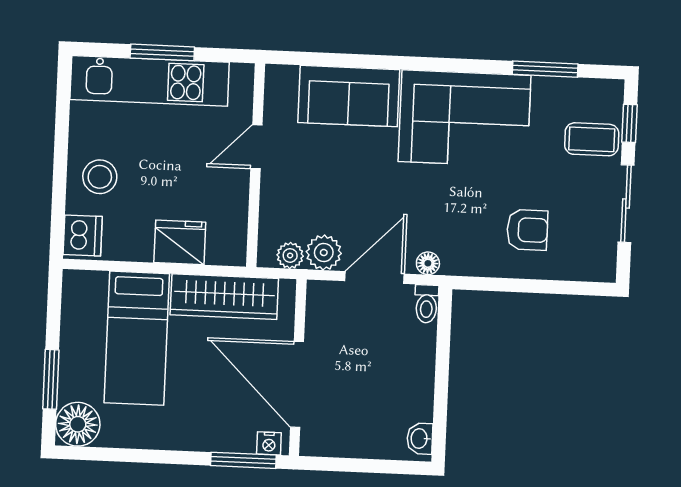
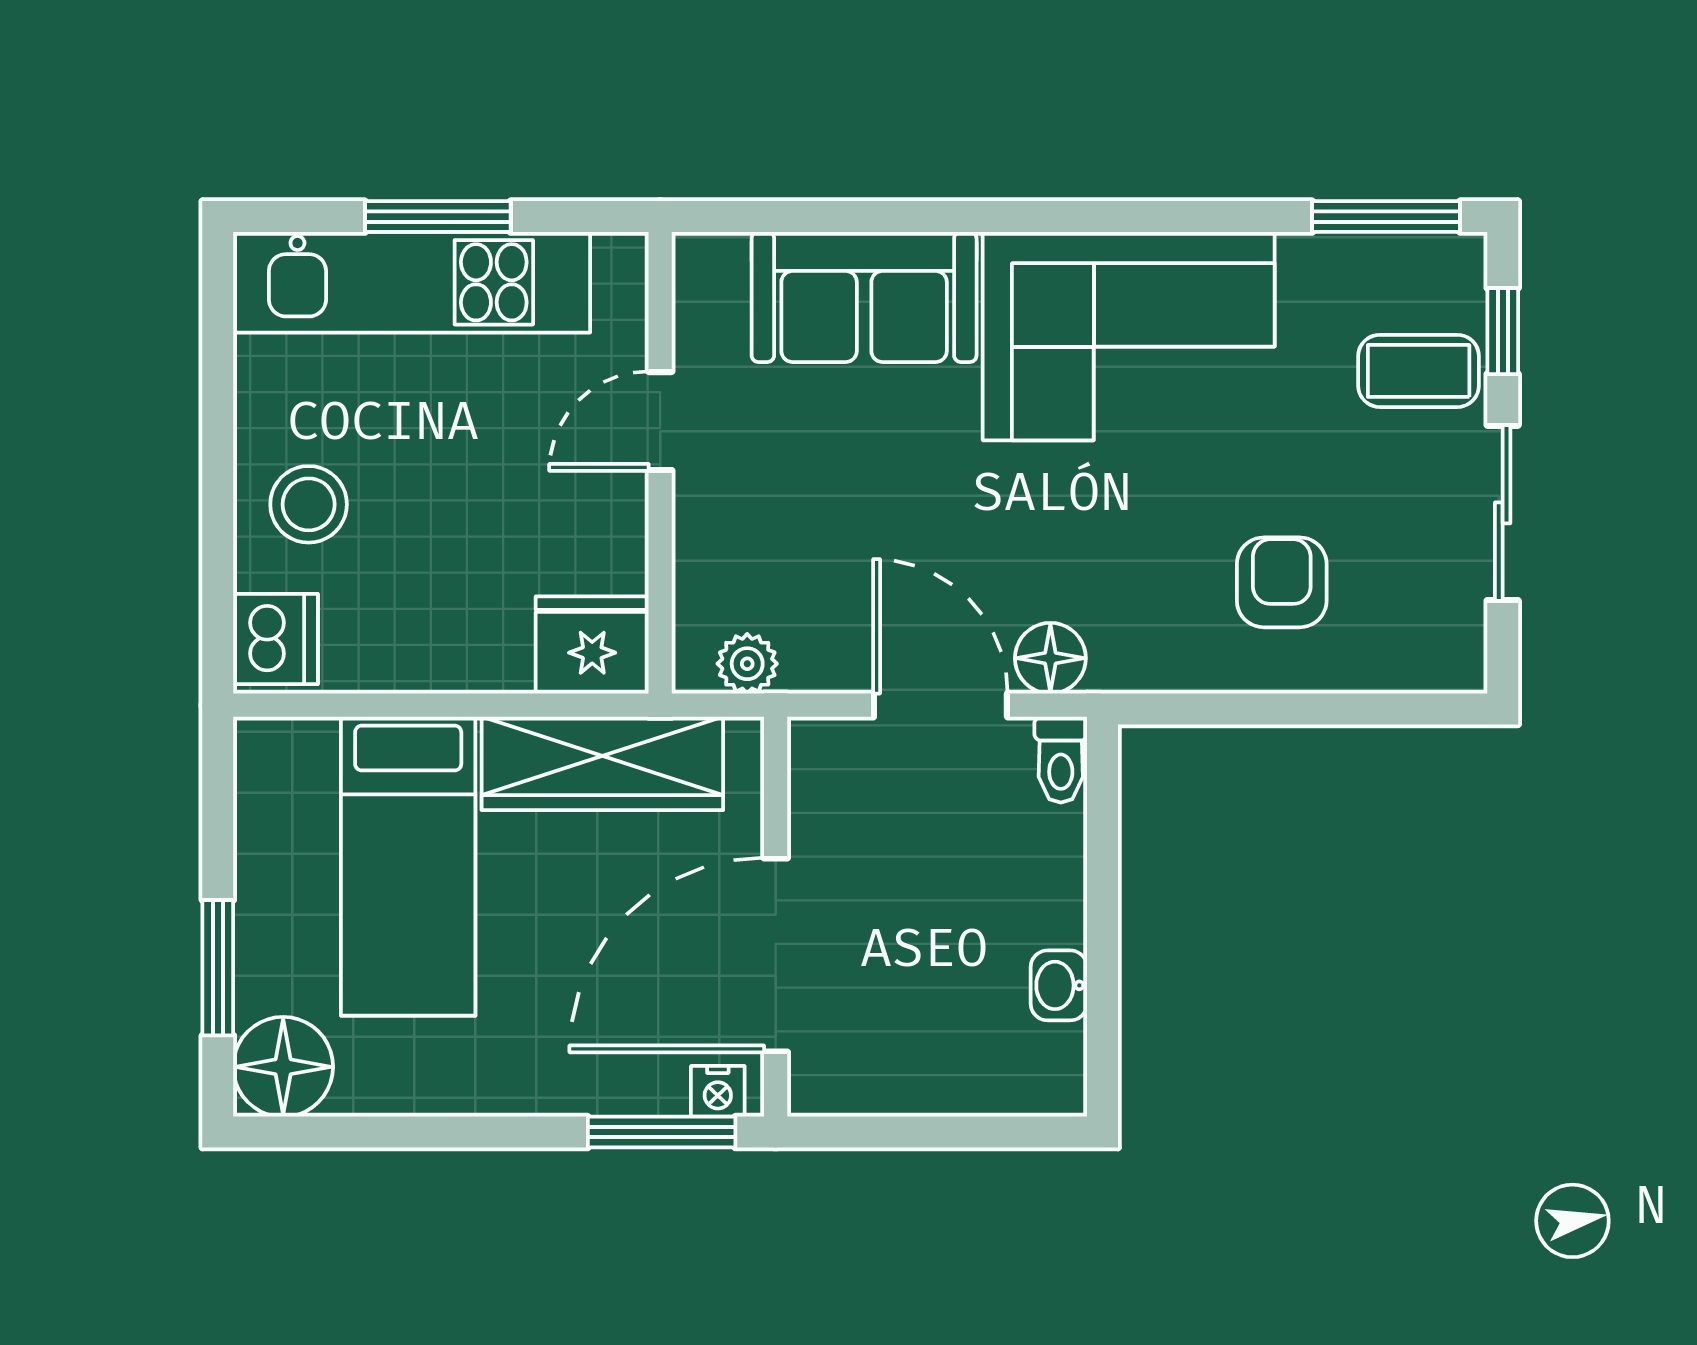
window: (545, 69) -> (1386, 217), moved
armchair: (527, 230) -> (1282, 582), turned -90
fridge: (180, 242) -> (592, 645), moved
plant: (324, 253) -> (823, 654), removed
floor lamp: (428, 263) -> (1050, 658), width x1.37, depth x1.37
door: (374, 277) -> (940, 705), hinge flipped
door: (297, 384) -> (776, 955), hinge flipped
washbasin: (420, 439) -> (1059, 985), moved

